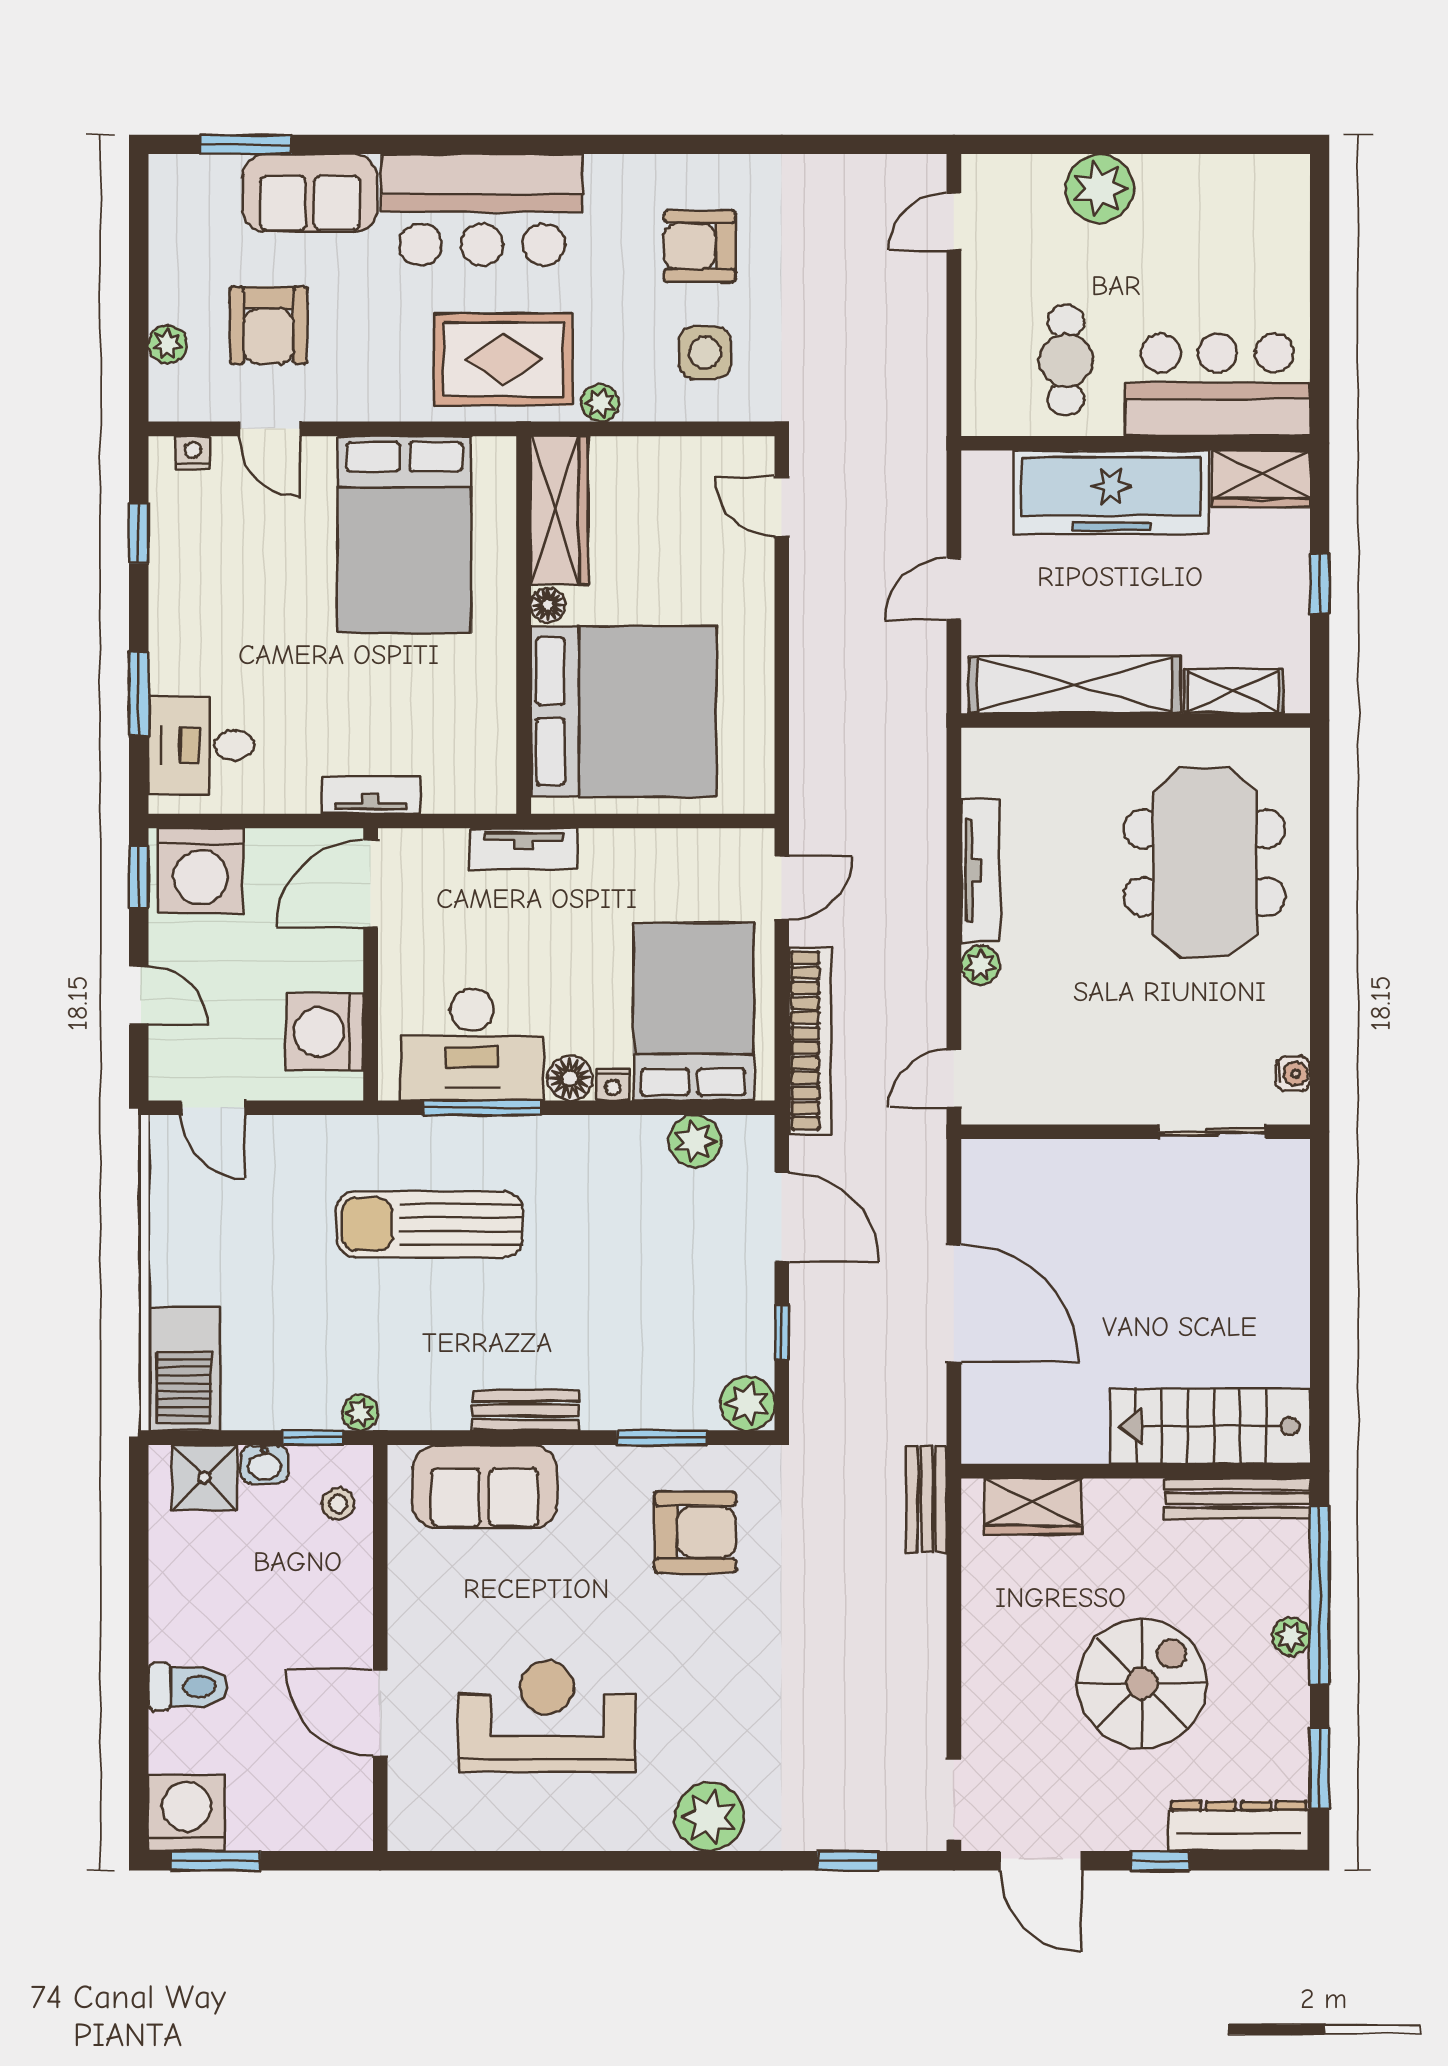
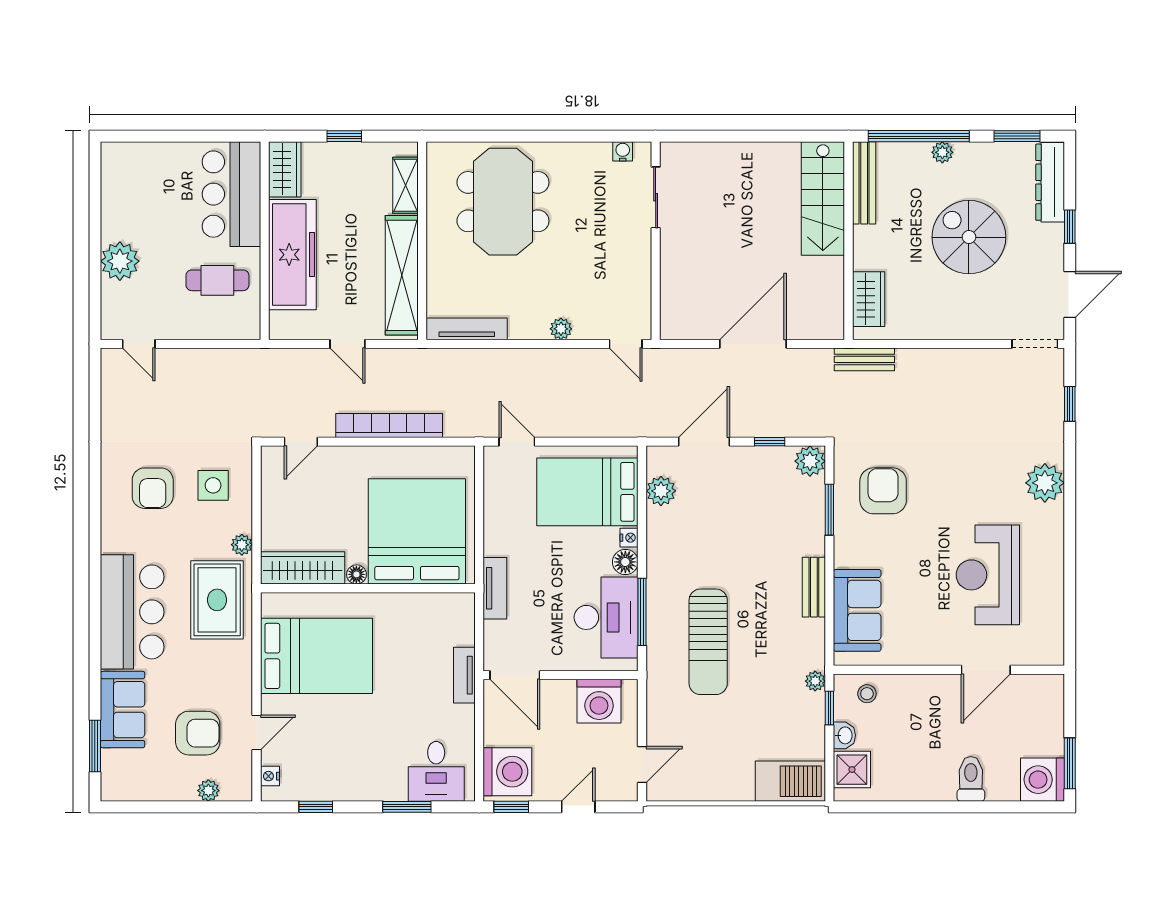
meeting table: (1204, 863) -> (503, 202), turned 90
tv unit: (980, 870) -> (467, 329), moved
bookcase: (810, 1041) -> (389, 425), moved

